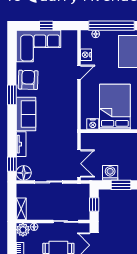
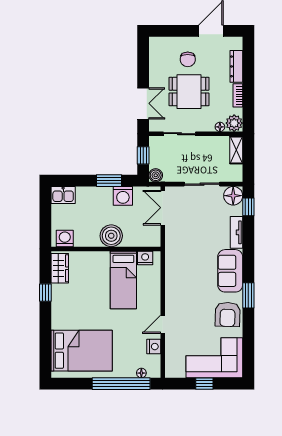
bed: (115, 107) -> (123, 280), width x0.67
boiler: (119, 142) -> (111, 236), added
boiler: (84, 189) -> (156, 175), added

